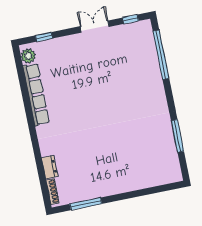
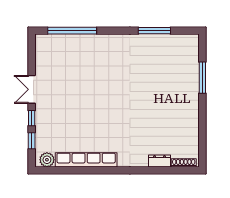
window: (130, 19) -> (32, 118), moved
window: (86, 204) -> (202, 78), moved

